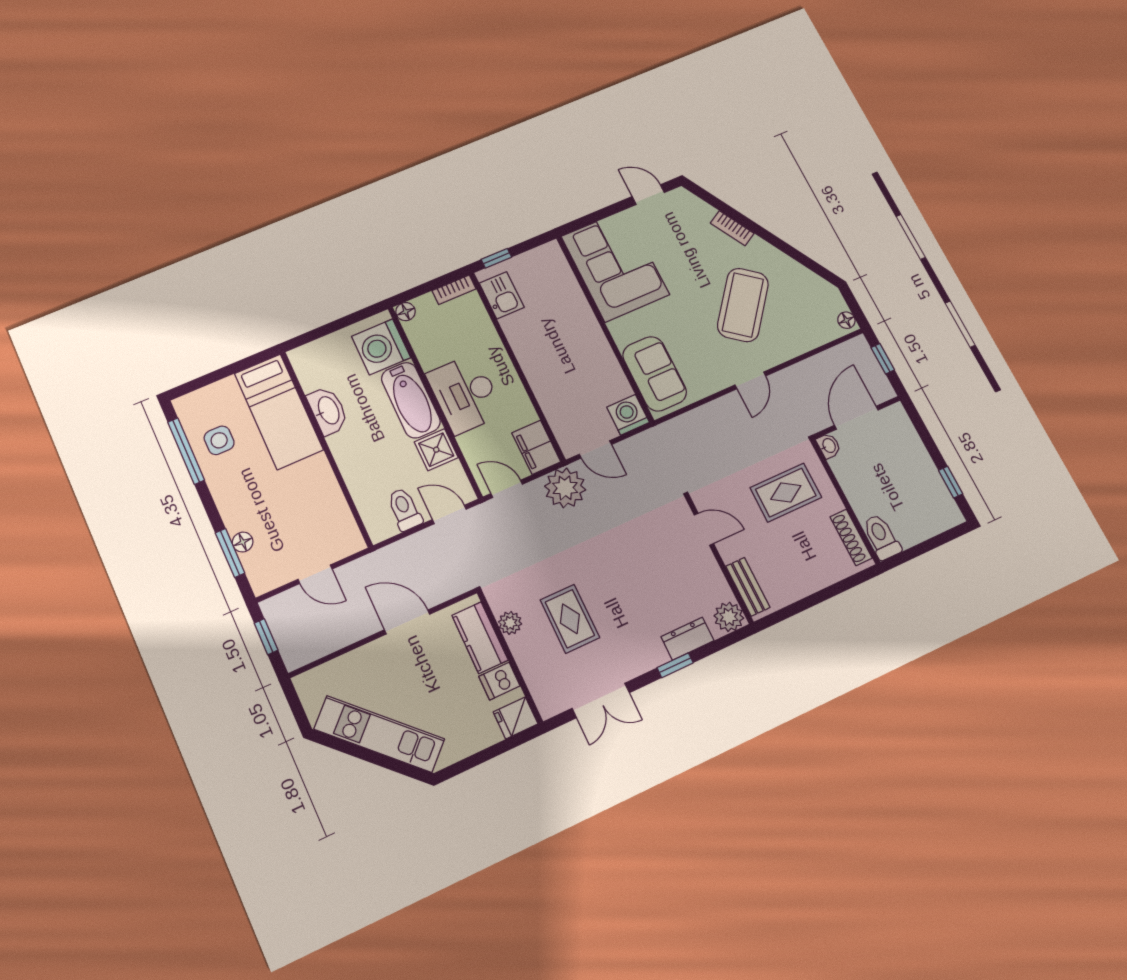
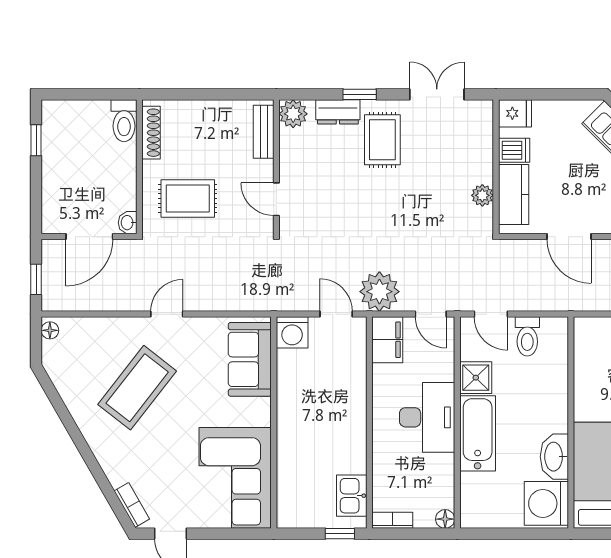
bookcase: (732, 228) -> (132, 505), moved
washing machine: (381, 347) -> (546, 503), moved, turned 180
rug: (570, 619) -> (382, 140), moved

